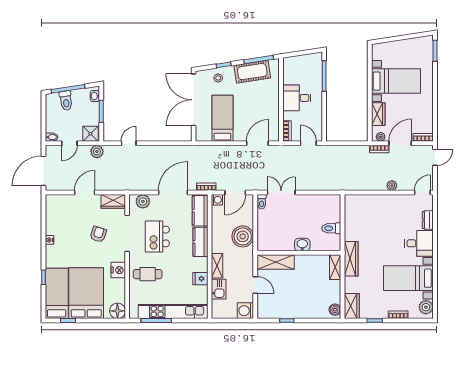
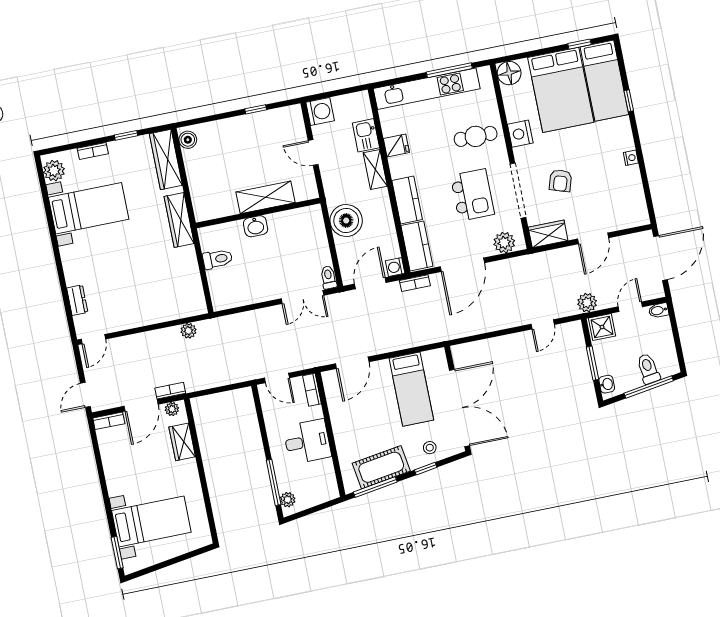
plant: (317, 63) -> (288, 500), added
bed with nightstands: (396, 81) -> (151, 521), moved, turned 180
plant: (392, 186) -> (188, 331), moved
desk: (419, 243) -> (83, 263), removed
shelving: (276, 262) -> (265, 197), moved
shelving: (335, 267) -> (200, 203), removed
wardrobe: (352, 306) -> (166, 160), width x1.50

